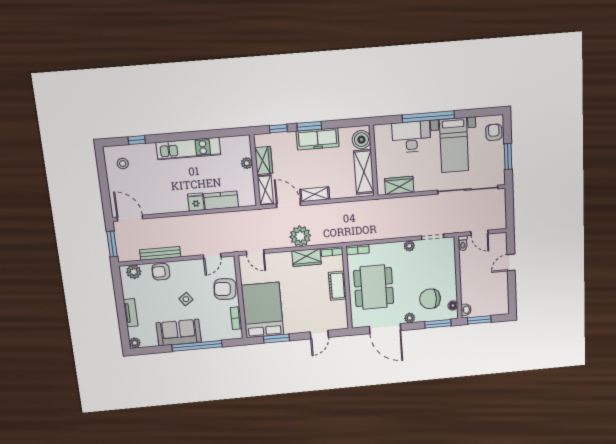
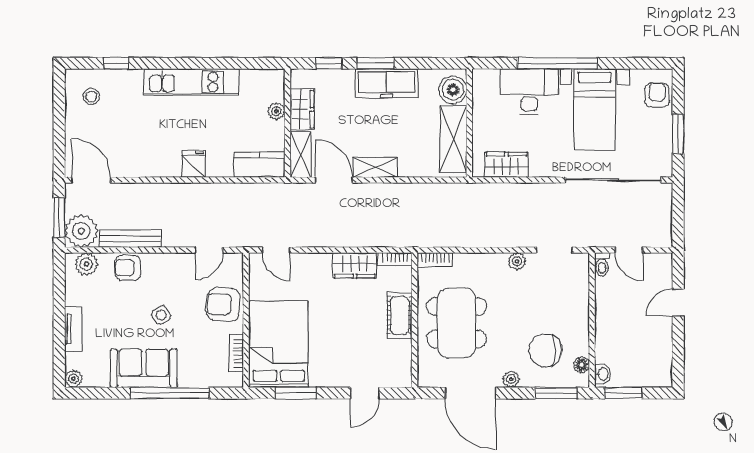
kitchen counter: (221, 200) -> (260, 165), moved
plant: (300, 236) -> (81, 231), moved

